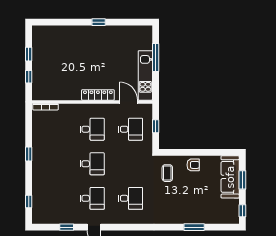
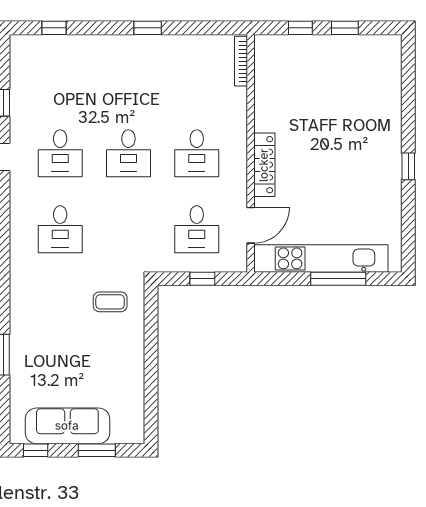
kitchen unit: (145, 75) -> (321, 258), width x1.36
armchair: (193, 165) -> (126, 353), removed
sofa: (230, 177) -> (67, 426), moved

